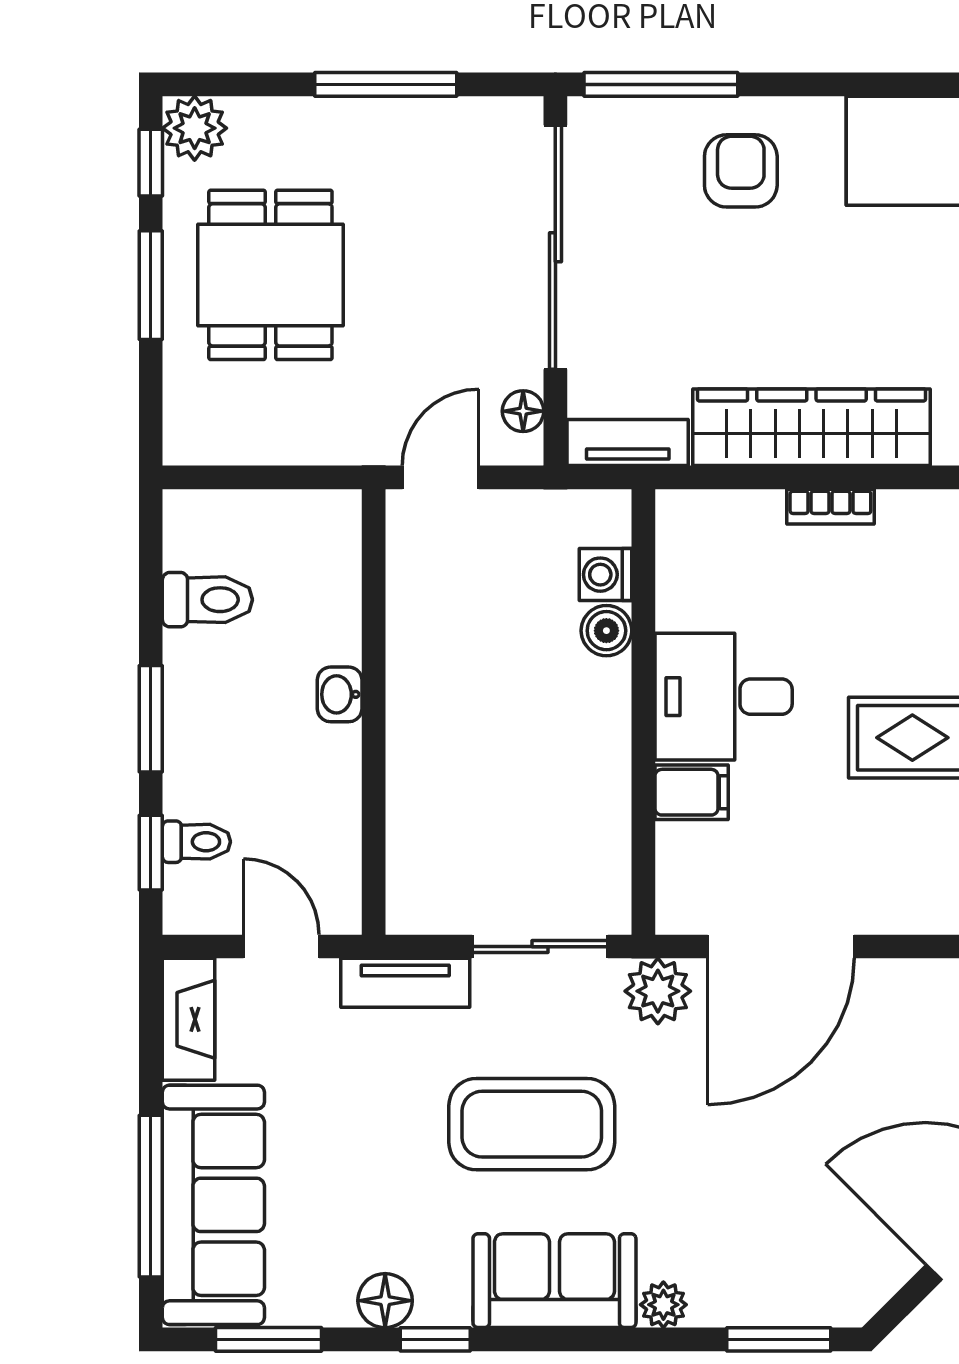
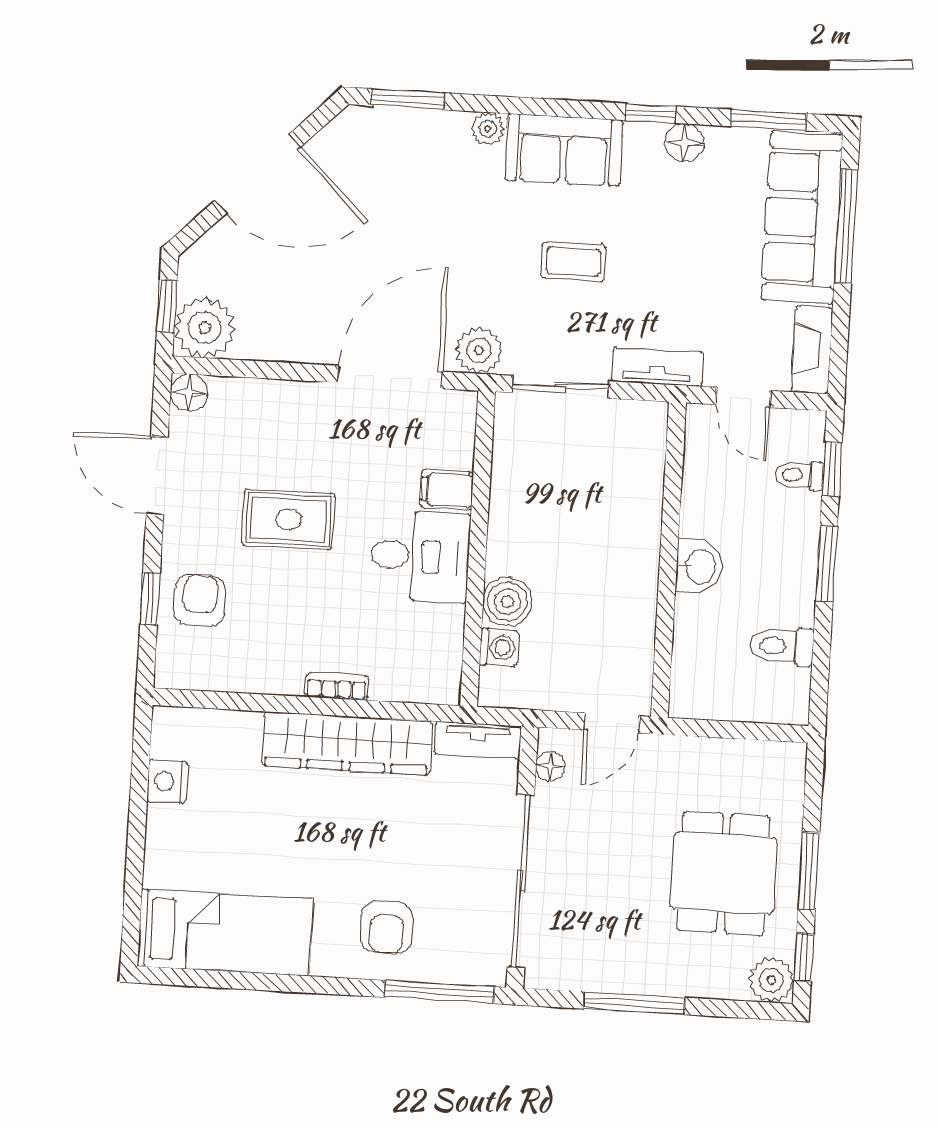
boiler: (606, 631) -> (507, 602), width x1.36, depth x1.36
washbasin: (340, 694) -> (699, 566), width x1.38, depth x1.45
coffee table: (532, 1124) -> (573, 262), width x0.54, depth x0.58

